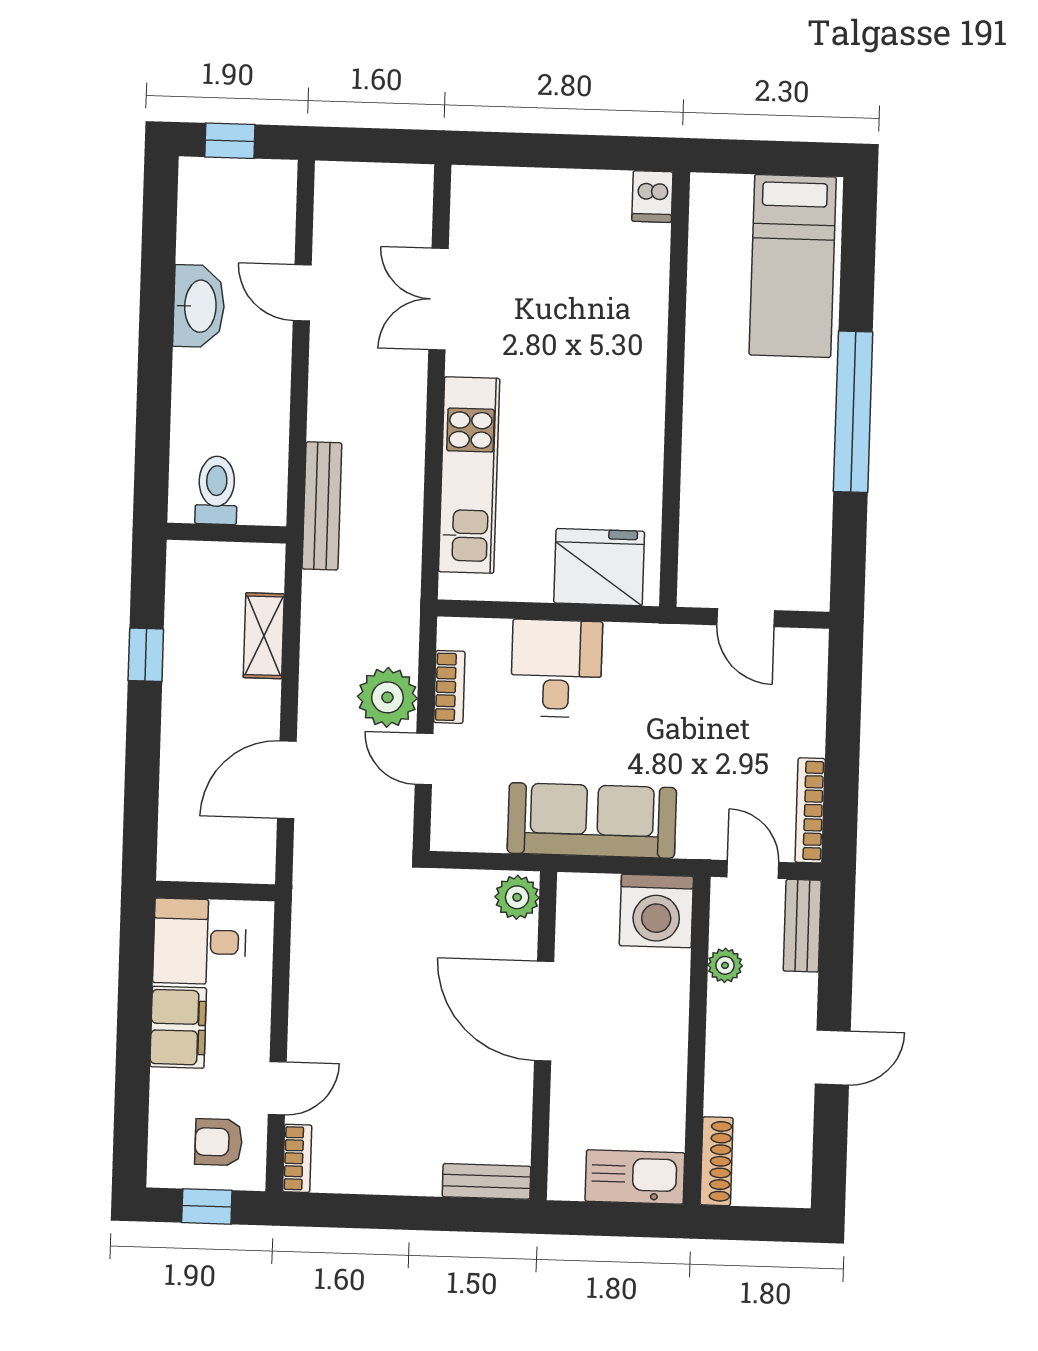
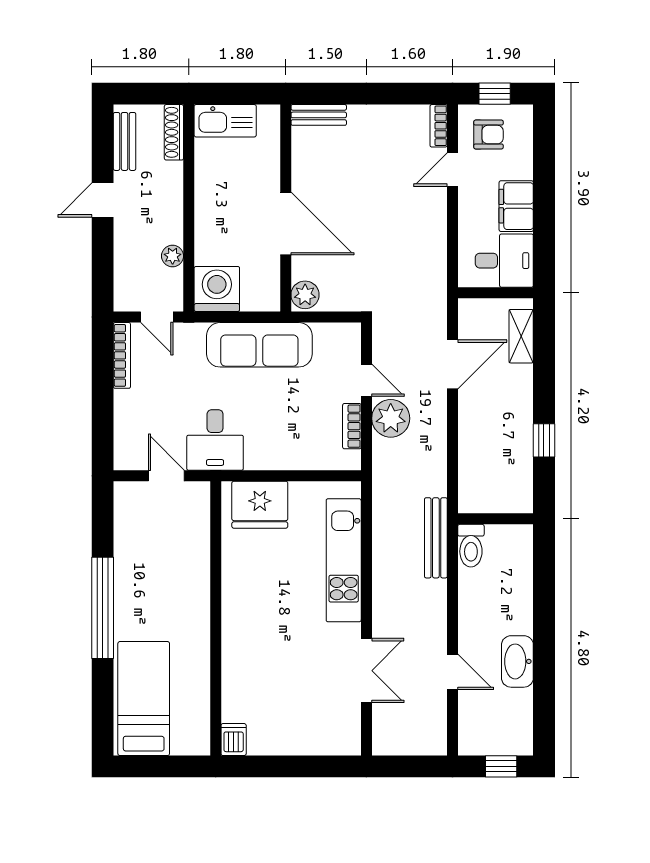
toilet: (216, 490) -> (471, 546), moved
shelving: (264, 636) -> (521, 336), moved
desk: (556, 668) -> (215, 440), moved
bench: (802, 926) -> (125, 141), moved

